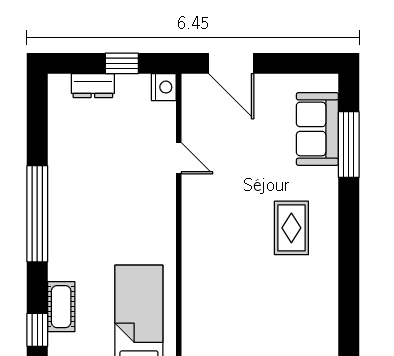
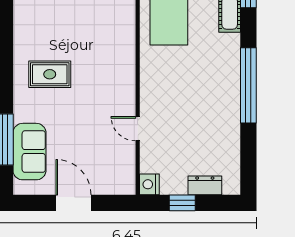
door: (231, 63) -> (74, 203), moved
rug: (291, 228) -> (50, 74), turned 90

